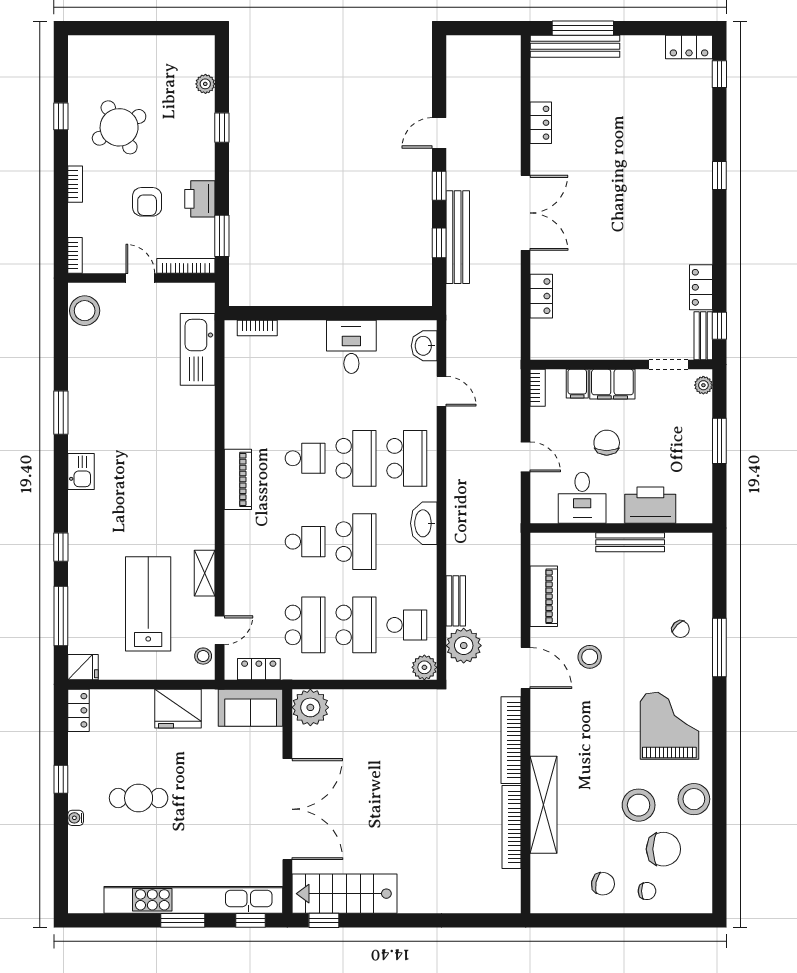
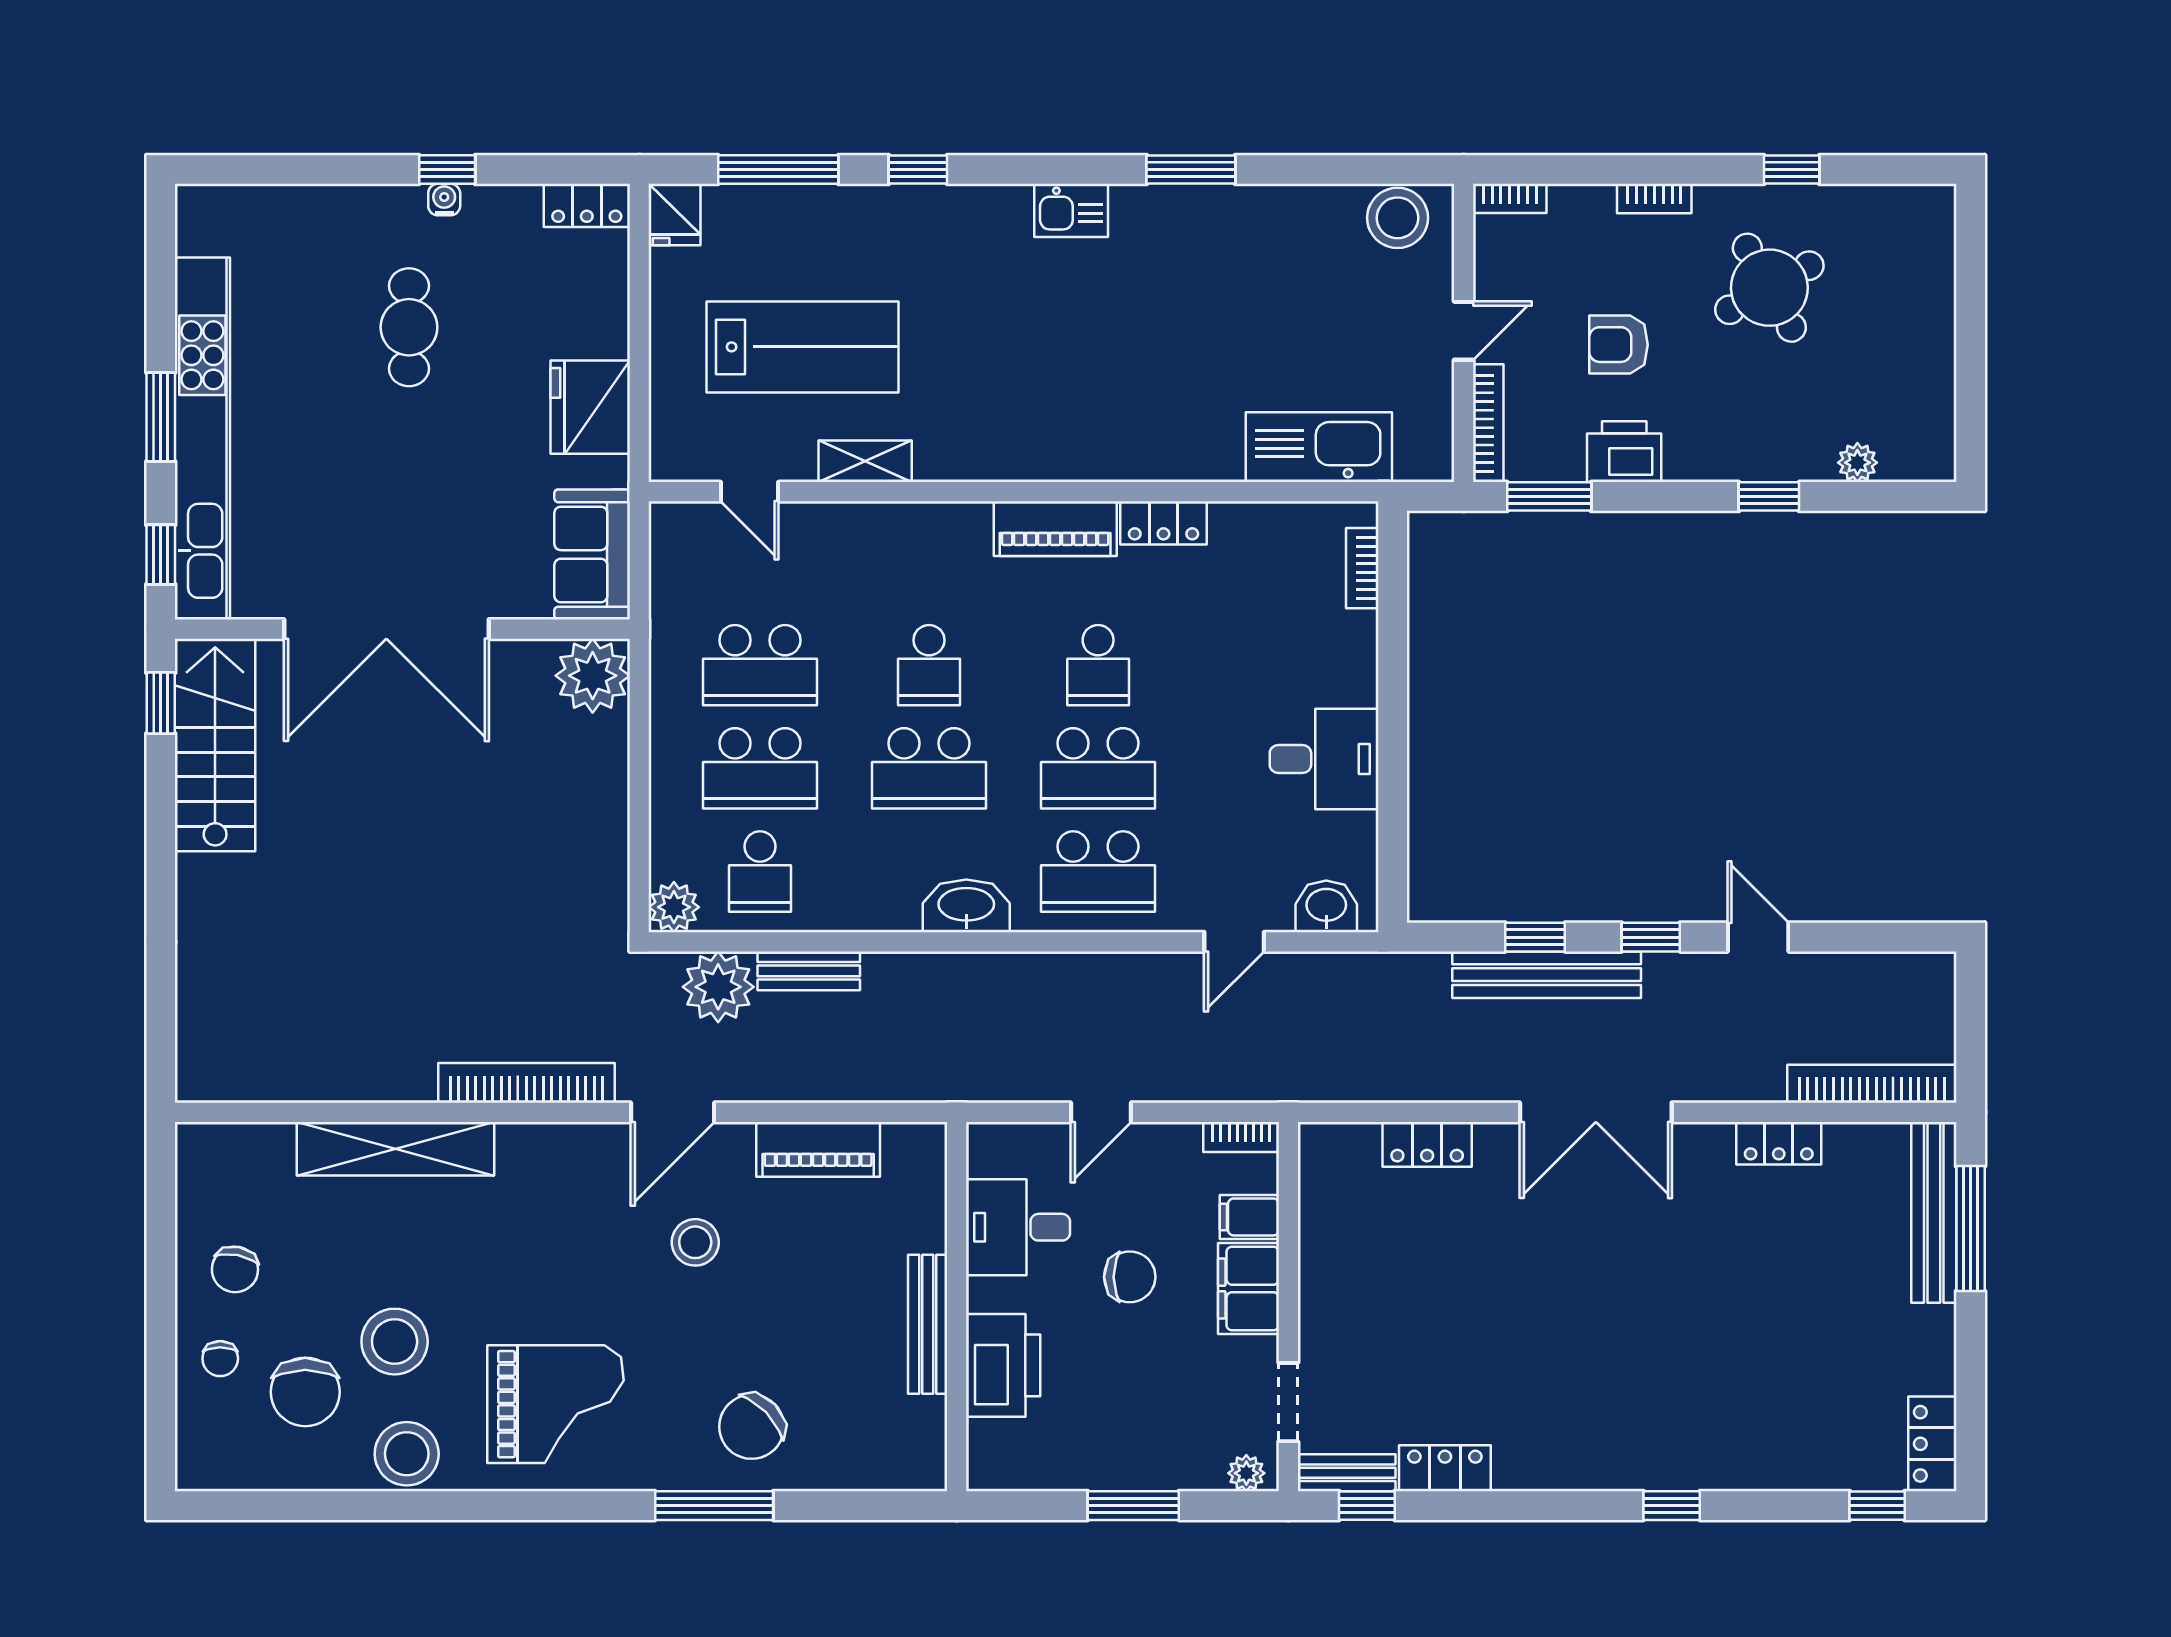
chair: (681, 629) -> (752, 1427), width x1.87, depth x1.87
stool: (203, 656) -> (697, 458), removed
locker: (259, 669) -> (1163, 523), moved, turned 90
water cooler: (76, 818) -> (444, 200), moved
bookcase: (511, 827) -> (1872, 1084), moved

